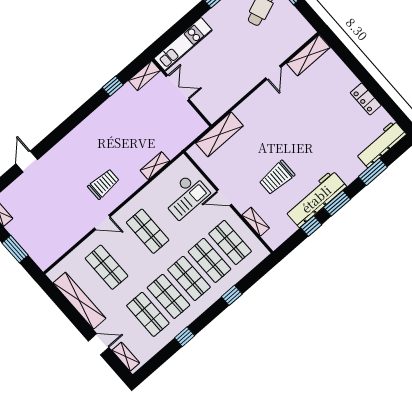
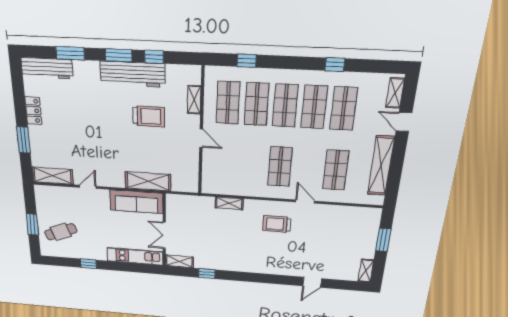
window: (355, 66) -> (24, 140), added
sofa: (225, 97) -> (136, 202), added
shelving: (219, 134) -> (148, 181), moved
checkout: (185, 196) -> (228, 165), removed
window: (232, 295) -> (247, 61), moved

